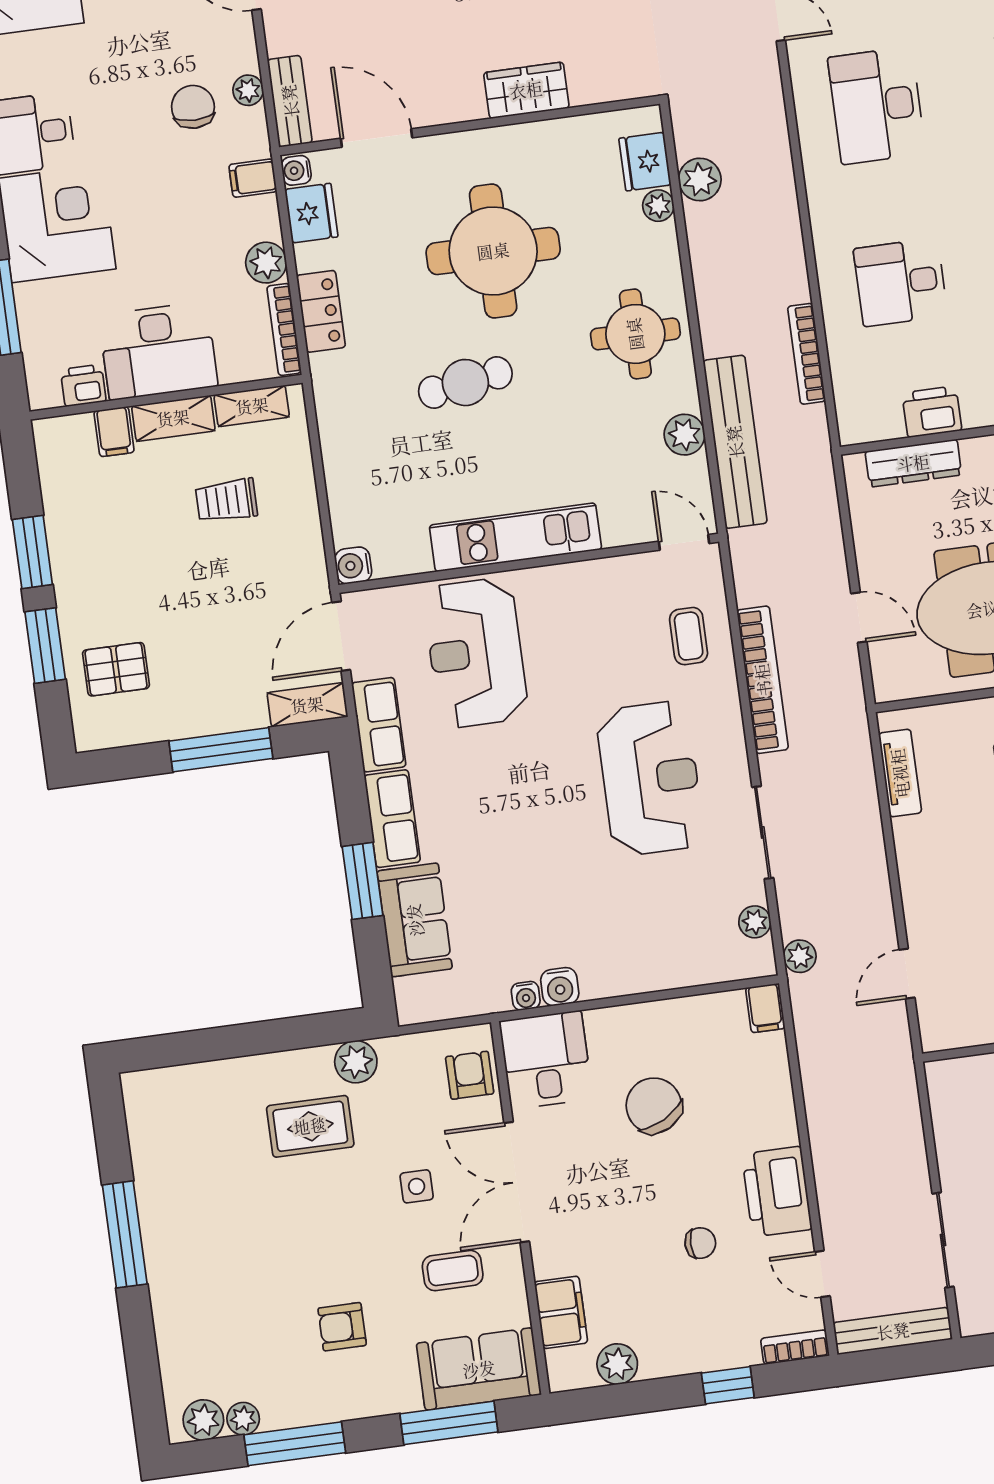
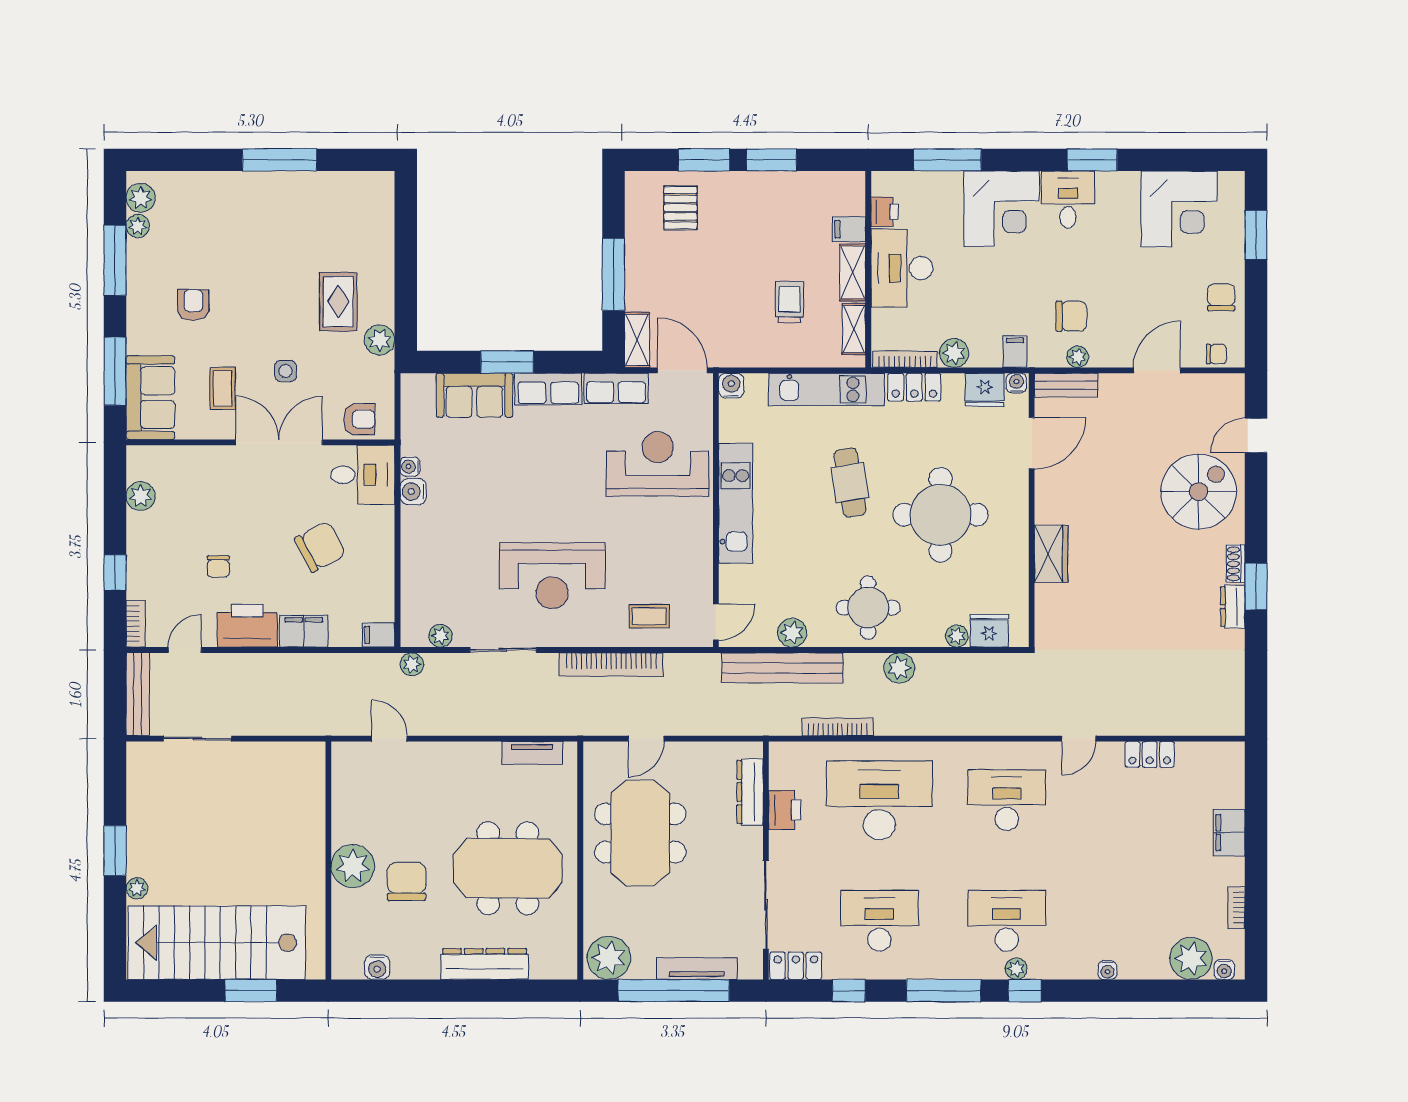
plant: (700, 179) -> (899, 668), moved
desk: (900, 282) -> (879, 800), width x1.87, depth x1.30
kitchen unit: (341, 433) -> (826, 389), added
filing cabinet: (561, 1312) -> (304, 631), moved, turned 180

